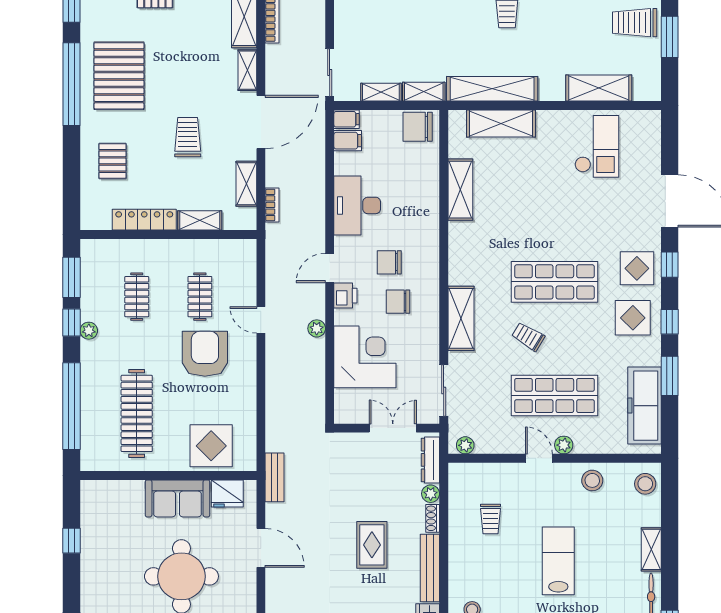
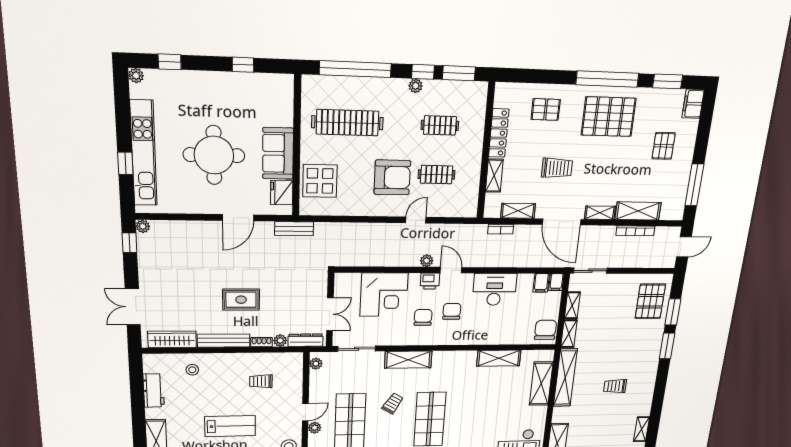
plant: (317, 328) -> (427, 261), moved

